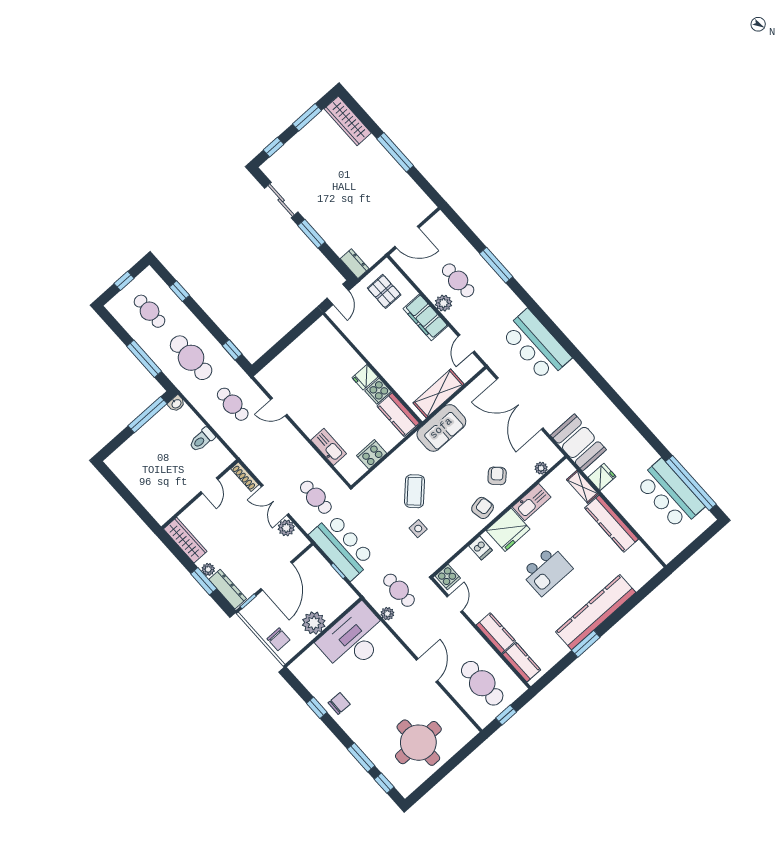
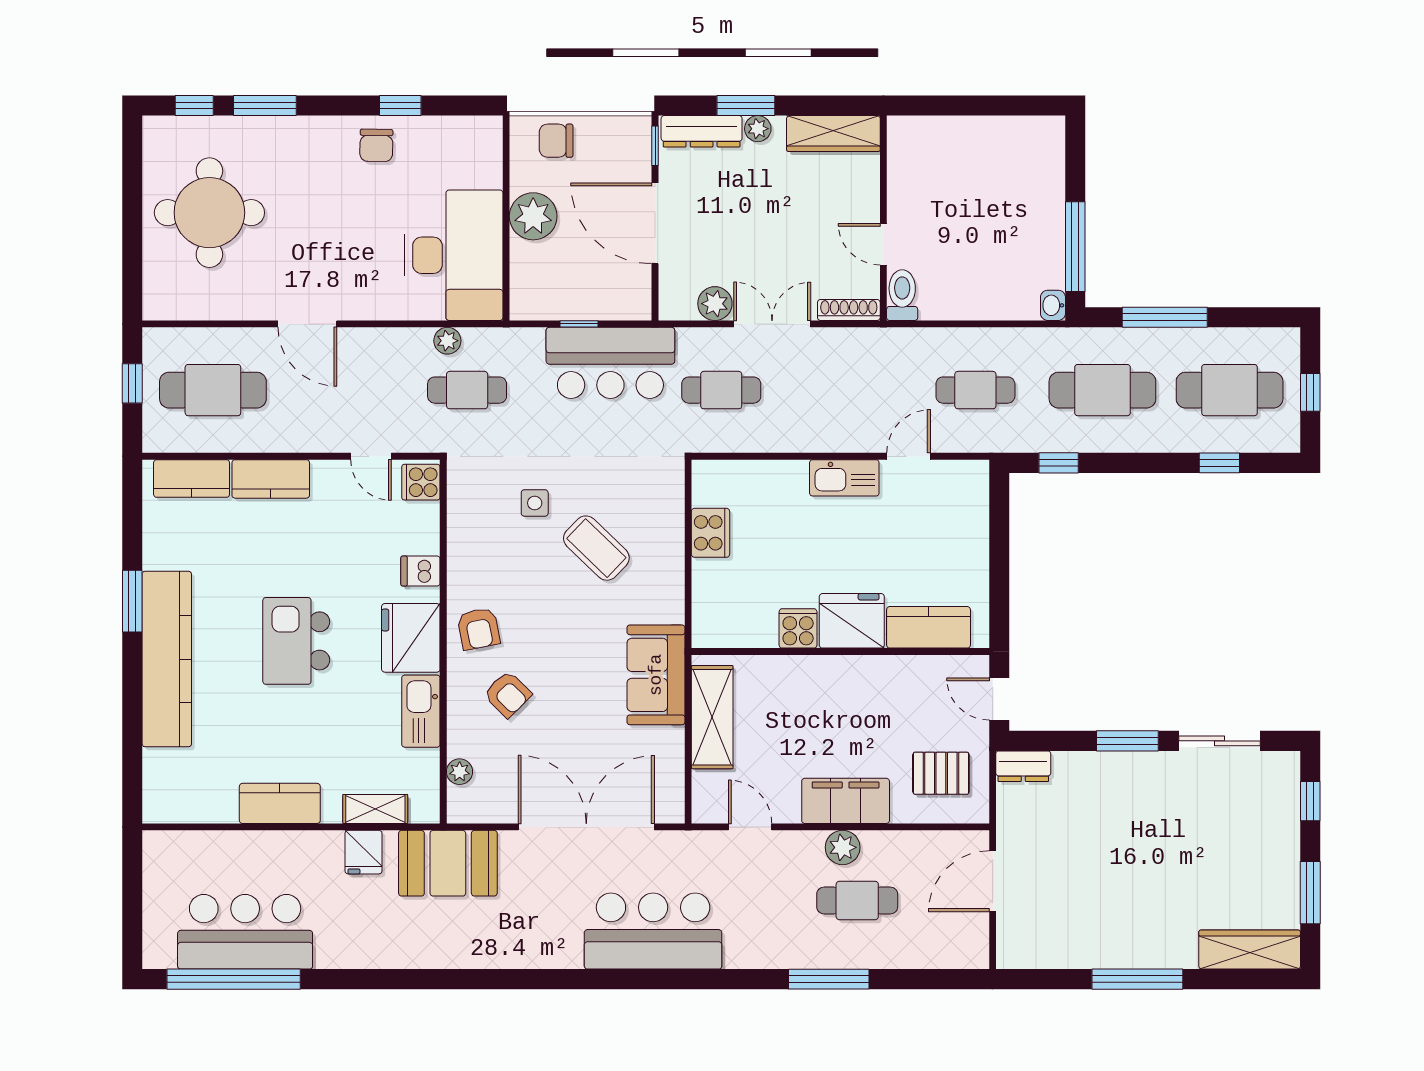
cafe table: (150, 311) -> (1230, 390), width x1.37, depth x1.35
fridge: (365, 377) -> (852, 621), width x1.88, depth x1.34
kitchen counter: (398, 415) -> (929, 627), moved
toilet: (202, 440) -> (902, 295), moved
kitchen sink: (329, 447) -> (844, 478), moved
kitchen counter: (612, 524) -> (280, 803), width x0.67

